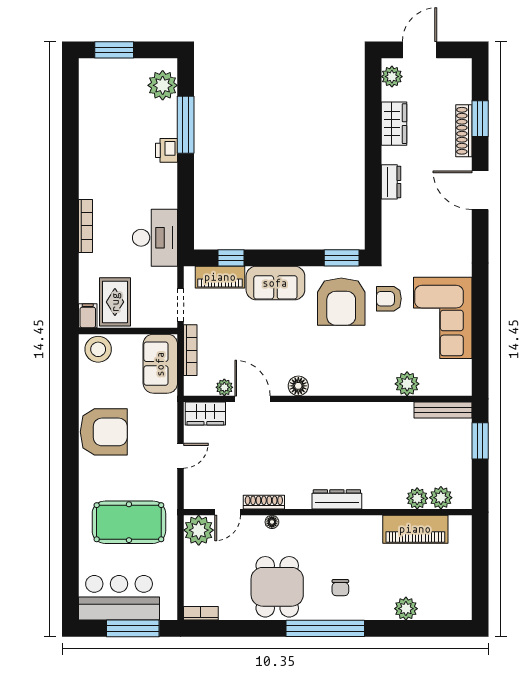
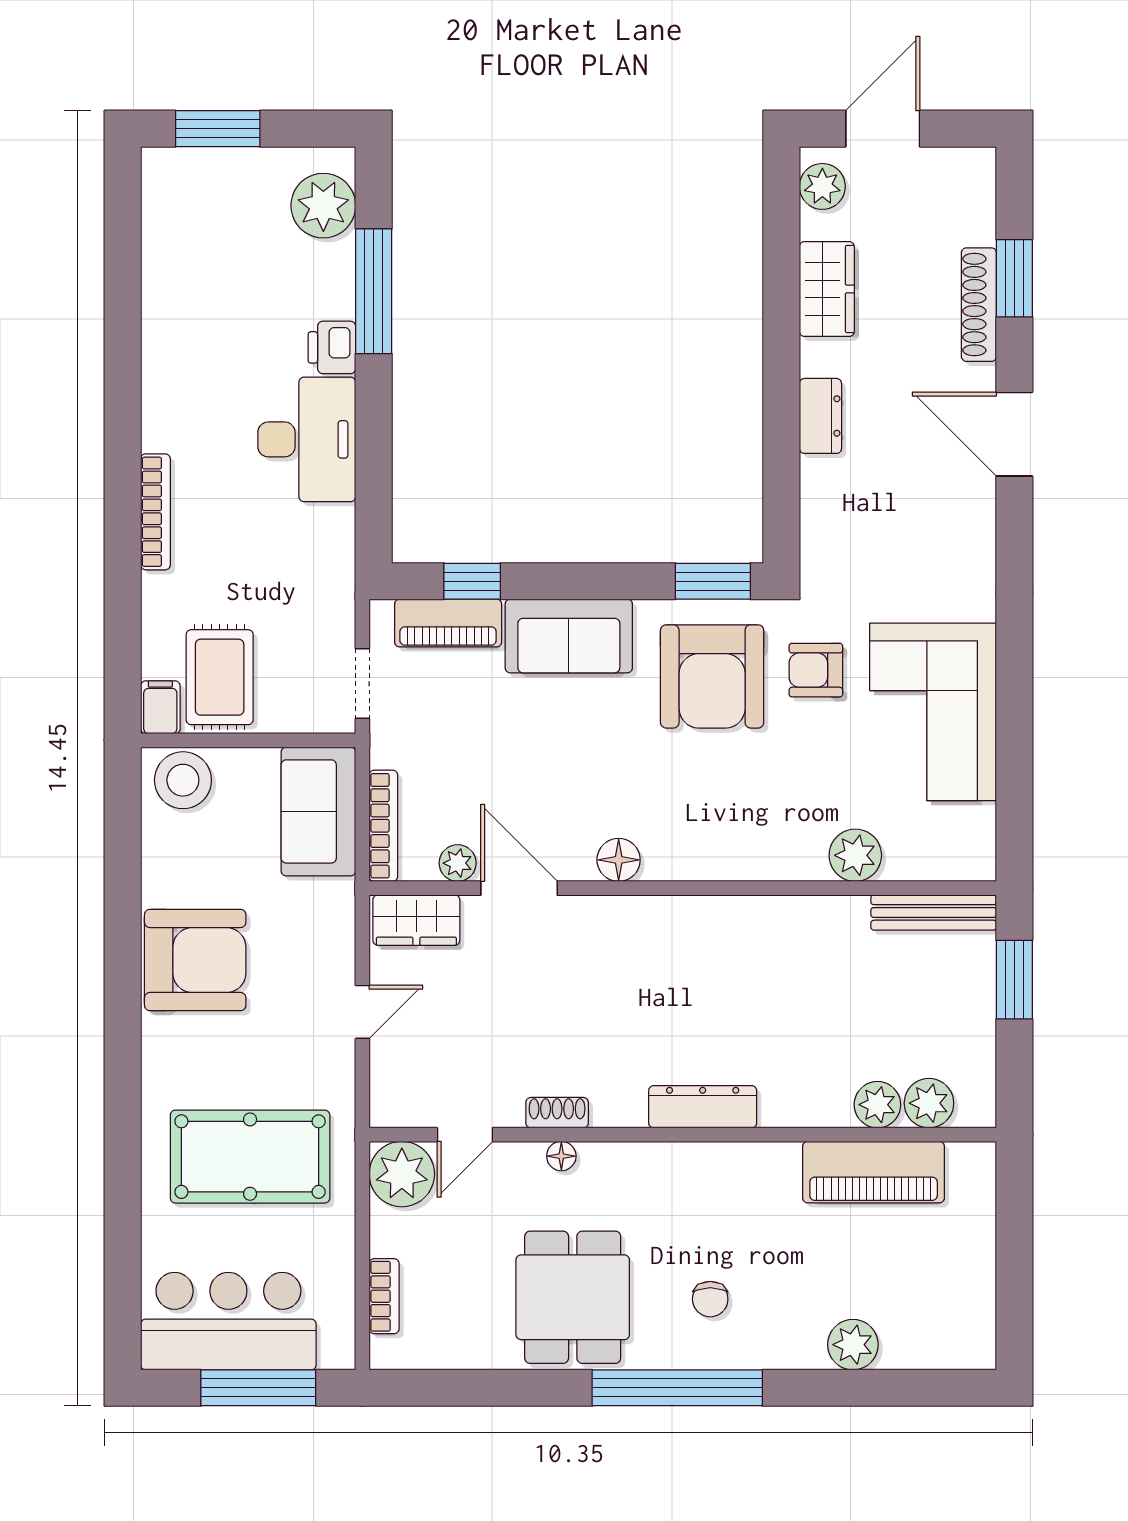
desk: (155, 238) -> (307, 439), moved
bookcase: (190, 350) -> (383, 826), moved
shoe rack: (264, 502) -> (557, 1113), width x0.70
bookcase: (201, 613) -> (384, 1296), moved, turned 90

